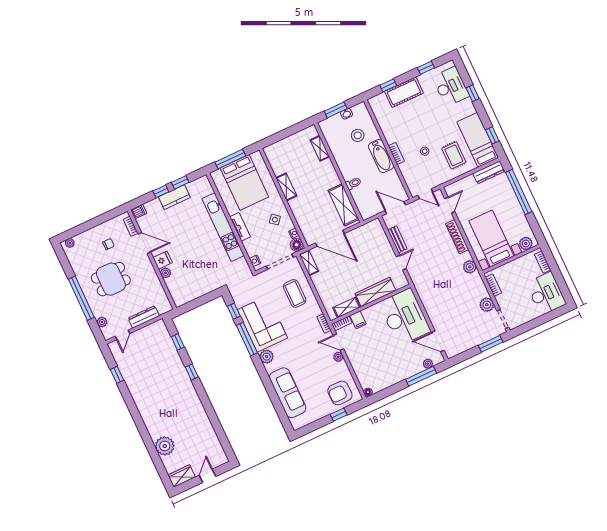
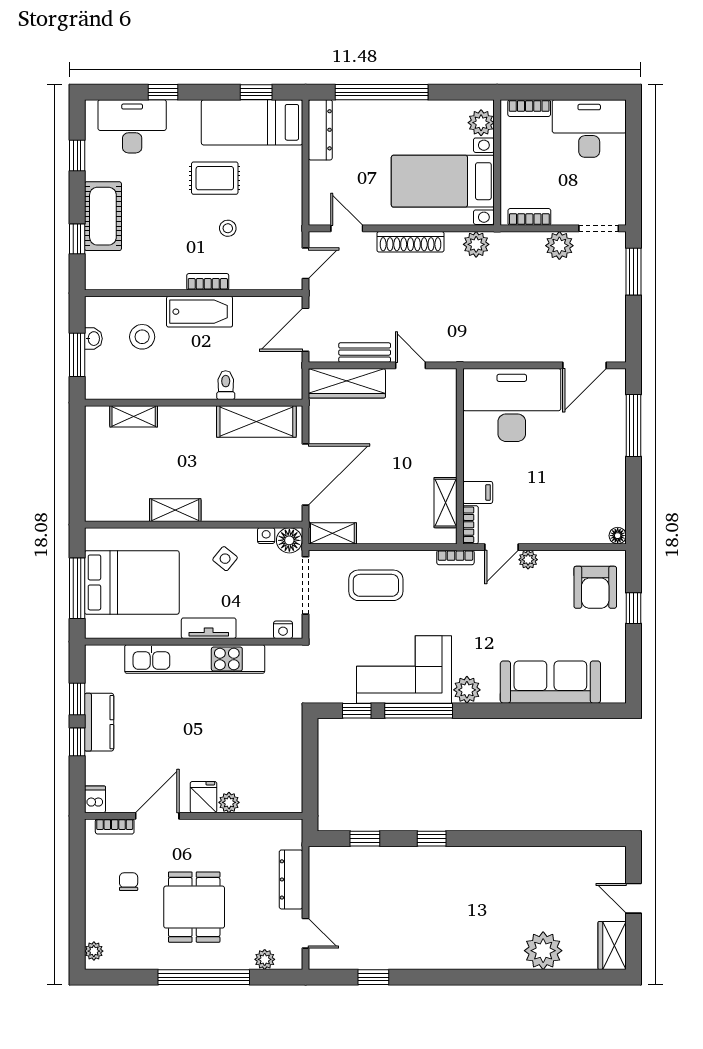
rug: (454, 155) -> (215, 178), moved
wardrobe: (376, 292) -> (347, 383), moved, turned -90
plant: (428, 364) -> (616, 403), removed

